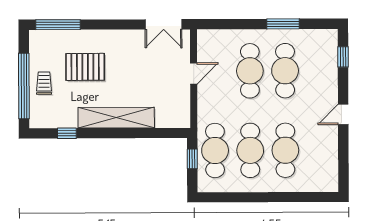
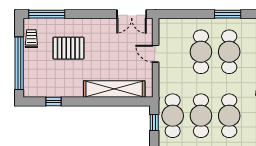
door: (194, 73) -> (156, 54), swing flipped
trolley: (44, 83) -> (31, 39), moved
shelving: (116, 118) -> (114, 89), moved

